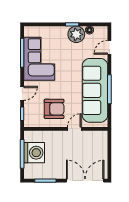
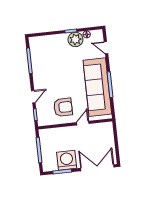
door: (109, 47) -> (106, 48), hinge flipped
corner sofa: (39, 59) -> (45, 64), removed
washing machine: (34, 153) -> (67, 160), moved, turned -90

